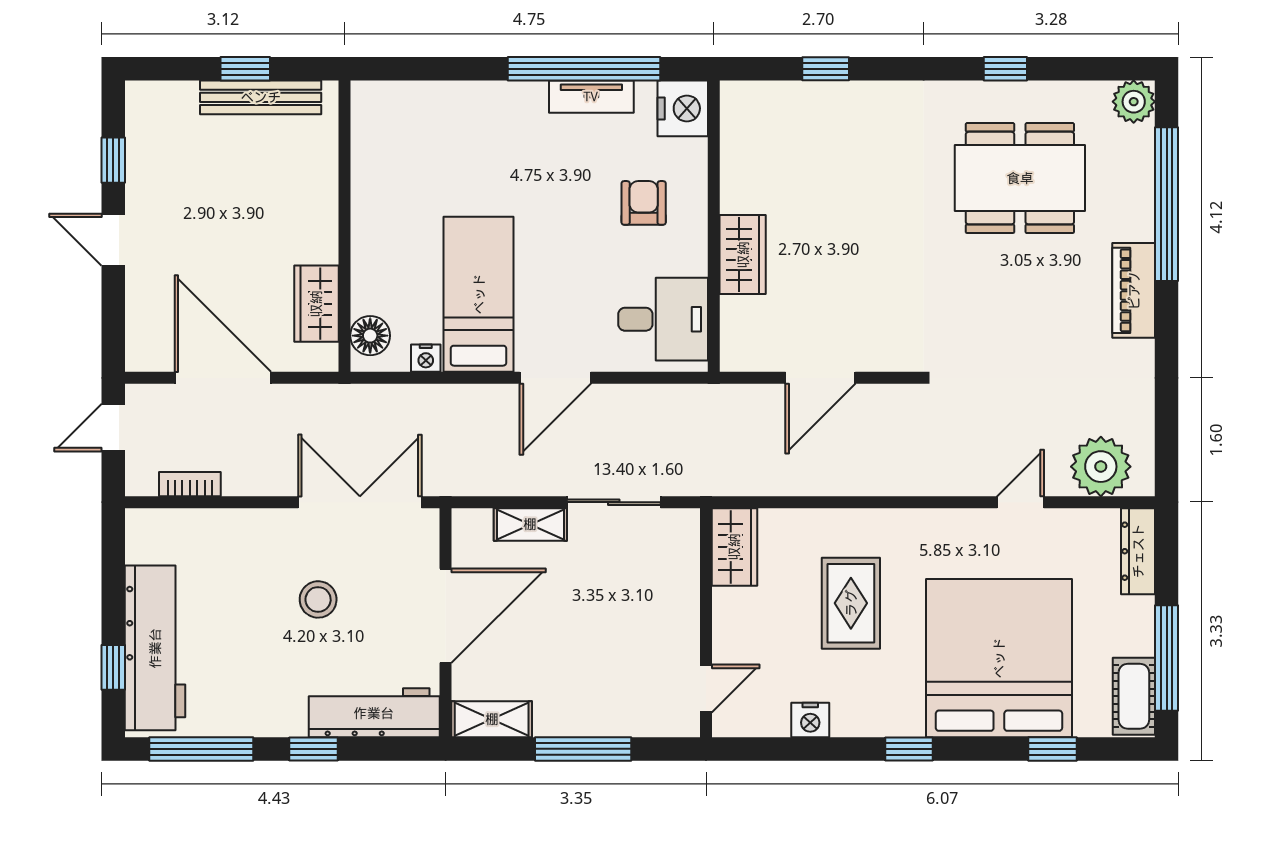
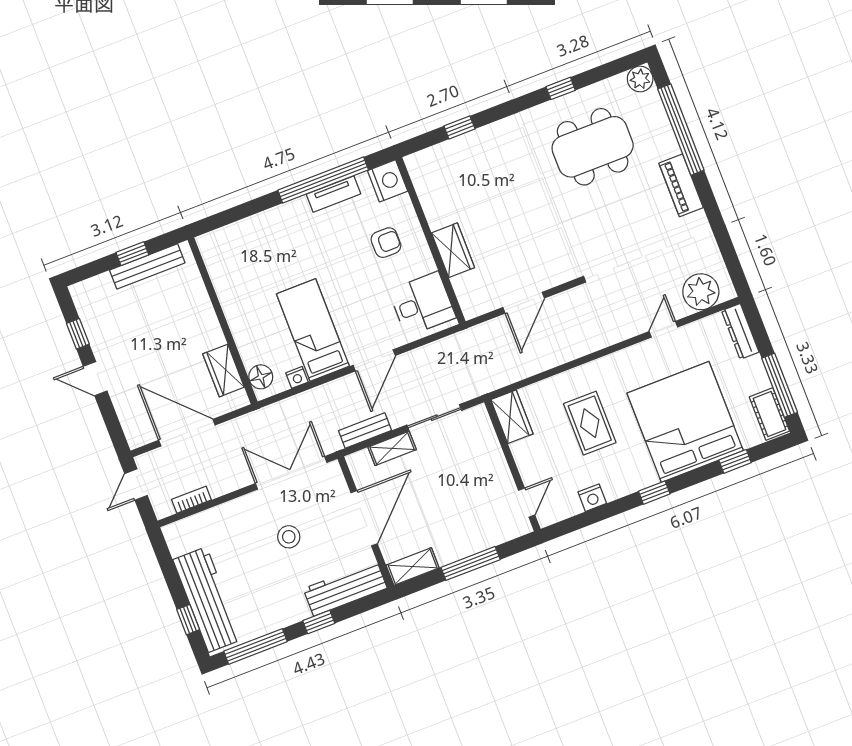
armchair: (644, 203) -> (386, 243), turned 90
bench: (499, 481) -> (365, 430), added

